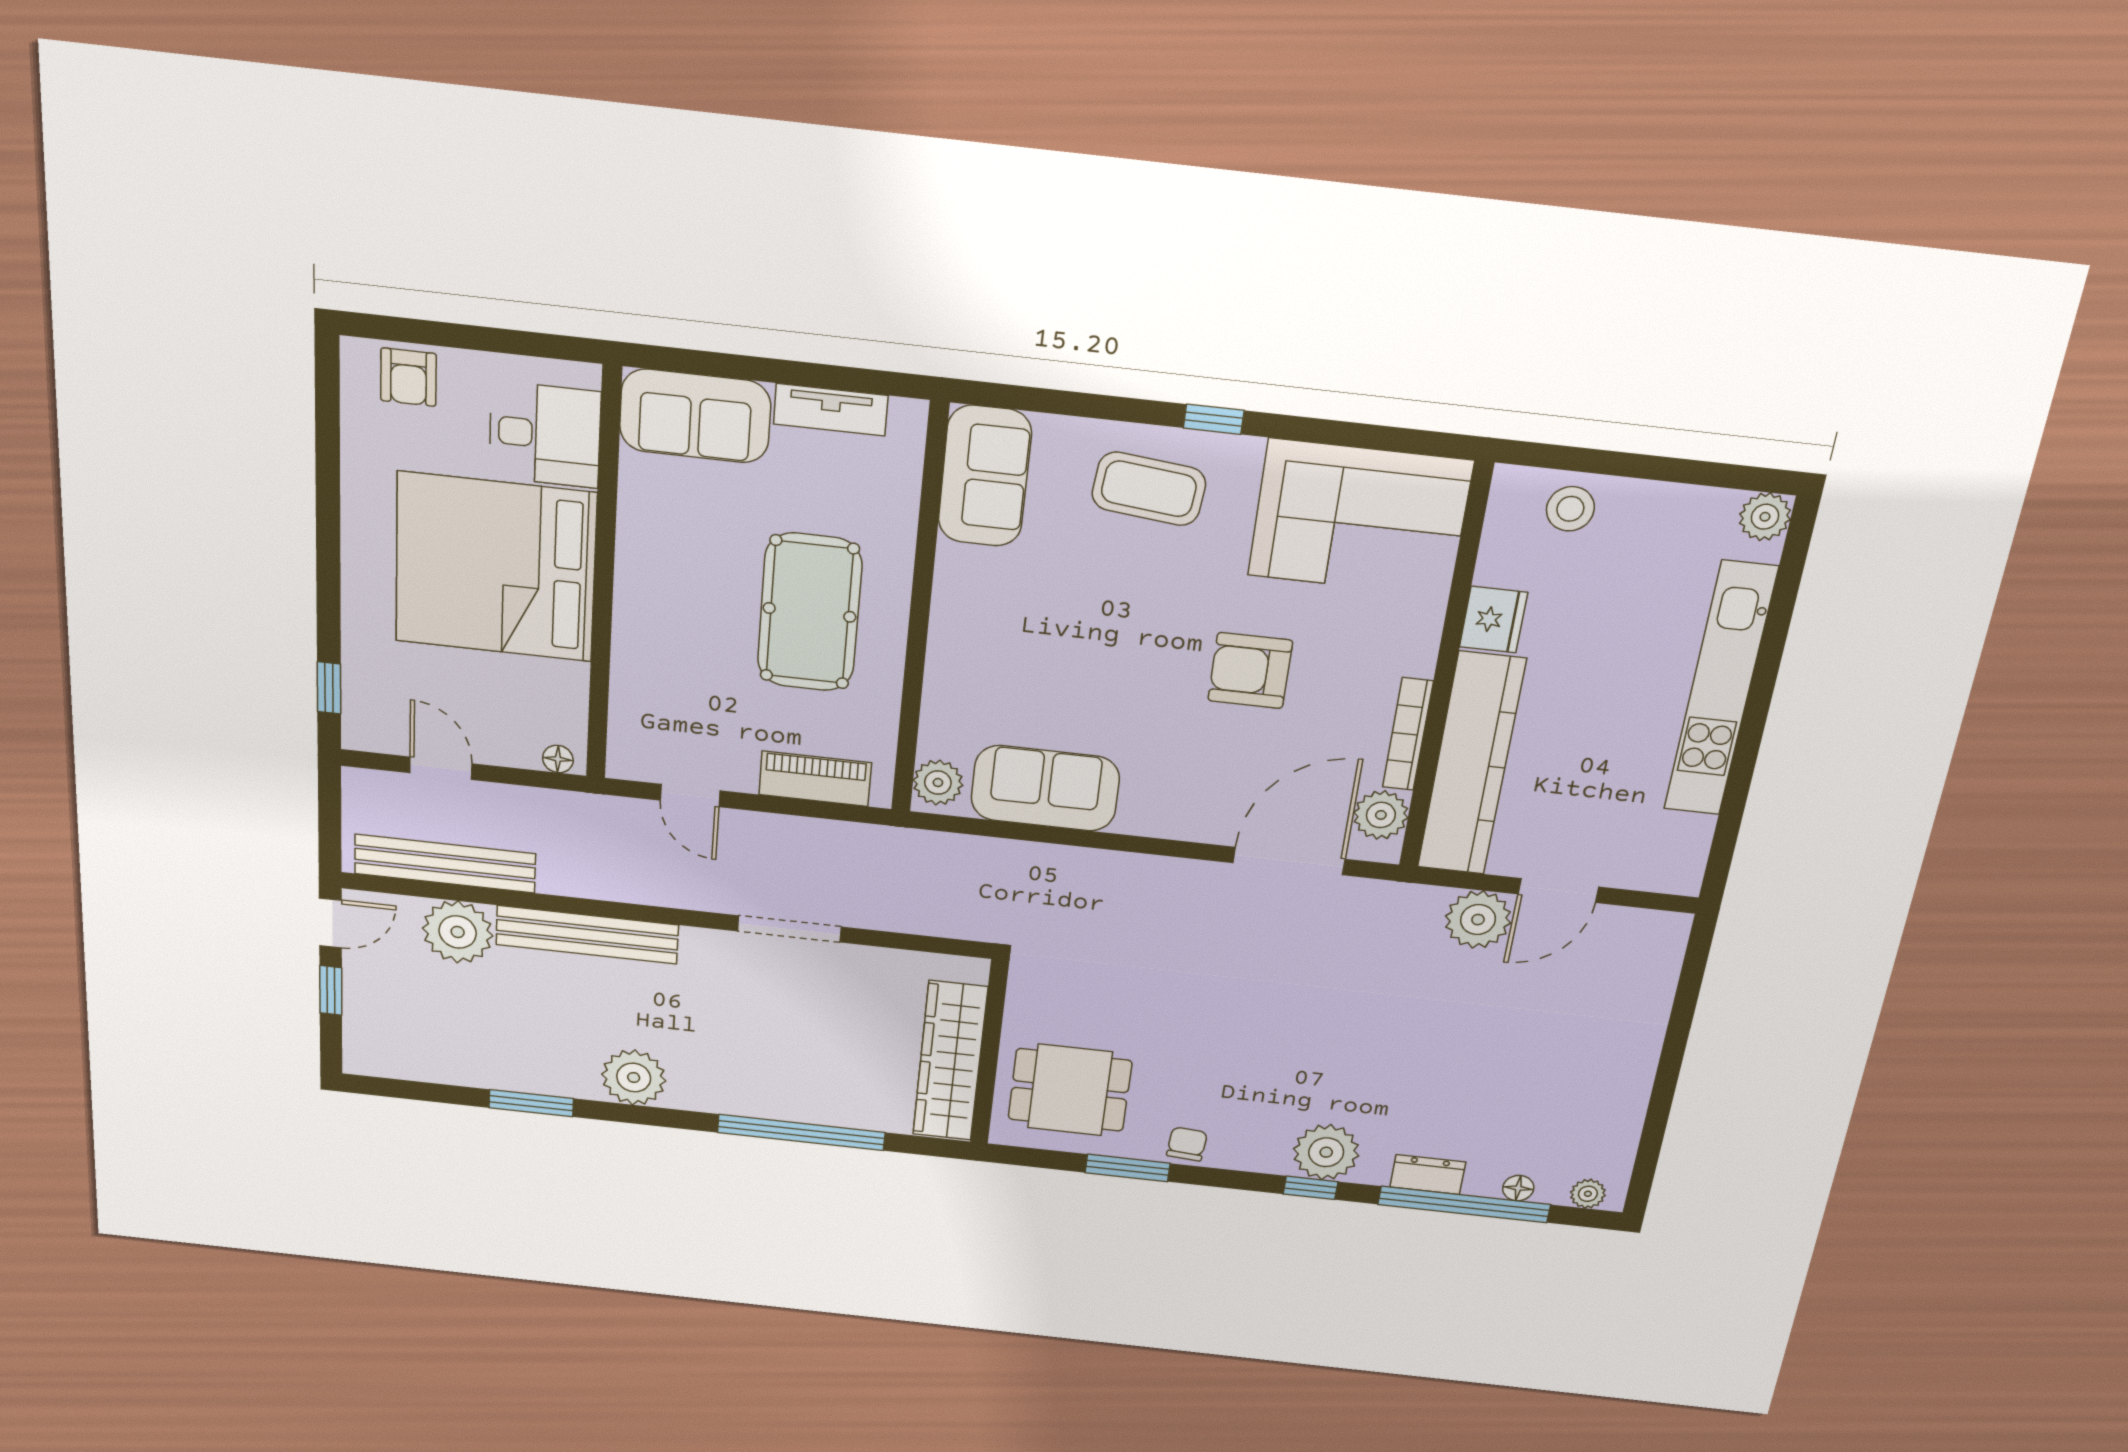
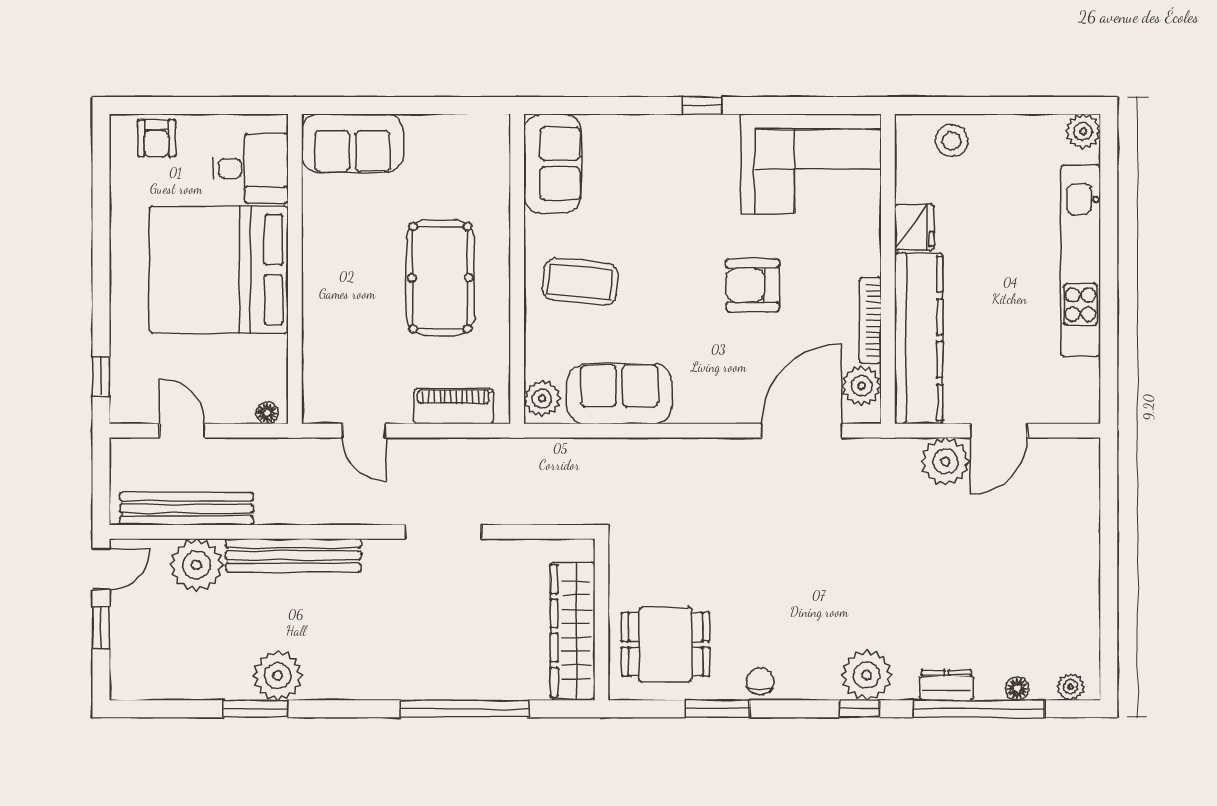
tv unit: (831, 410) -> (444, 128), removed
coffee table: (1149, 489) -> (580, 282), moved
plant: (634, 1077) -> (278, 676), moved

